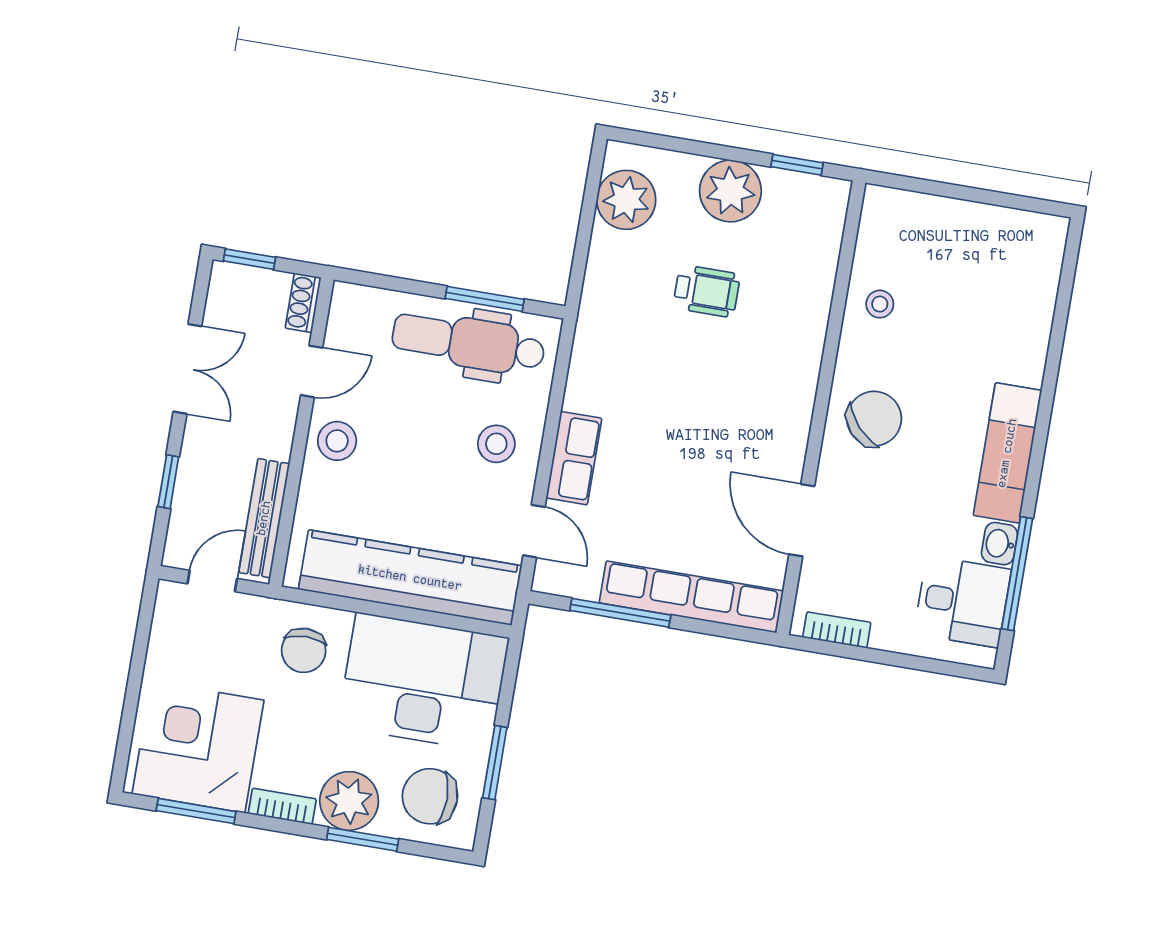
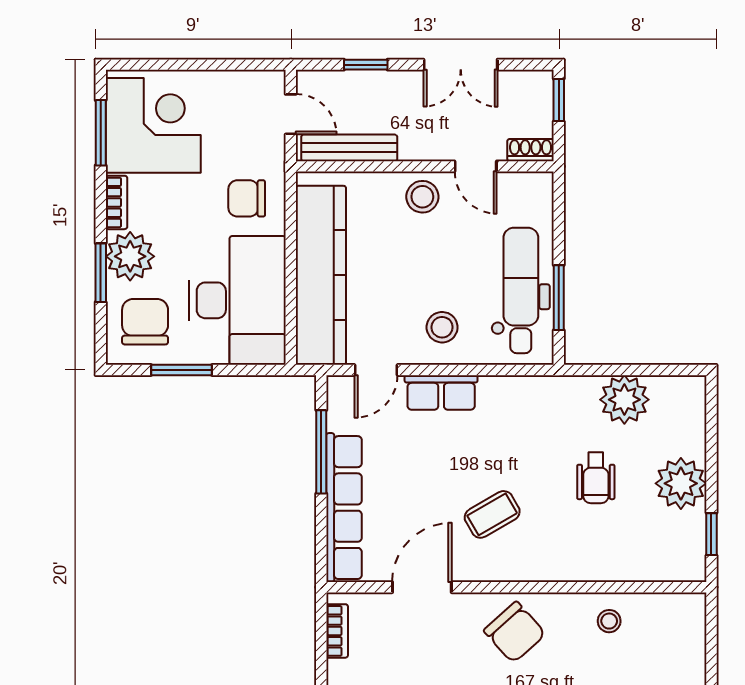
plant: (626, 200) -> (624, 400), moved
coffee table: (729, 422) -> (492, 514), added

